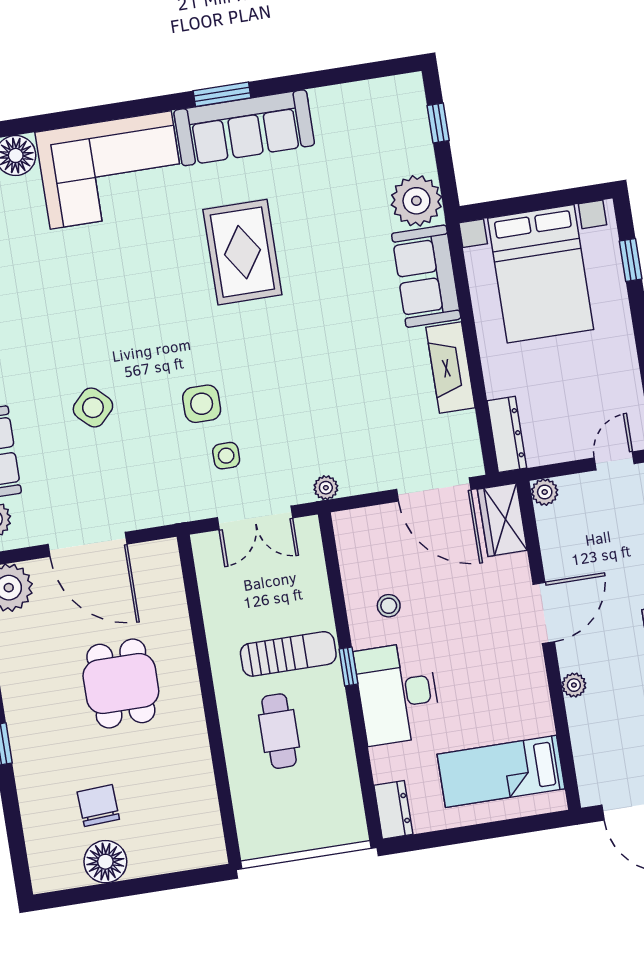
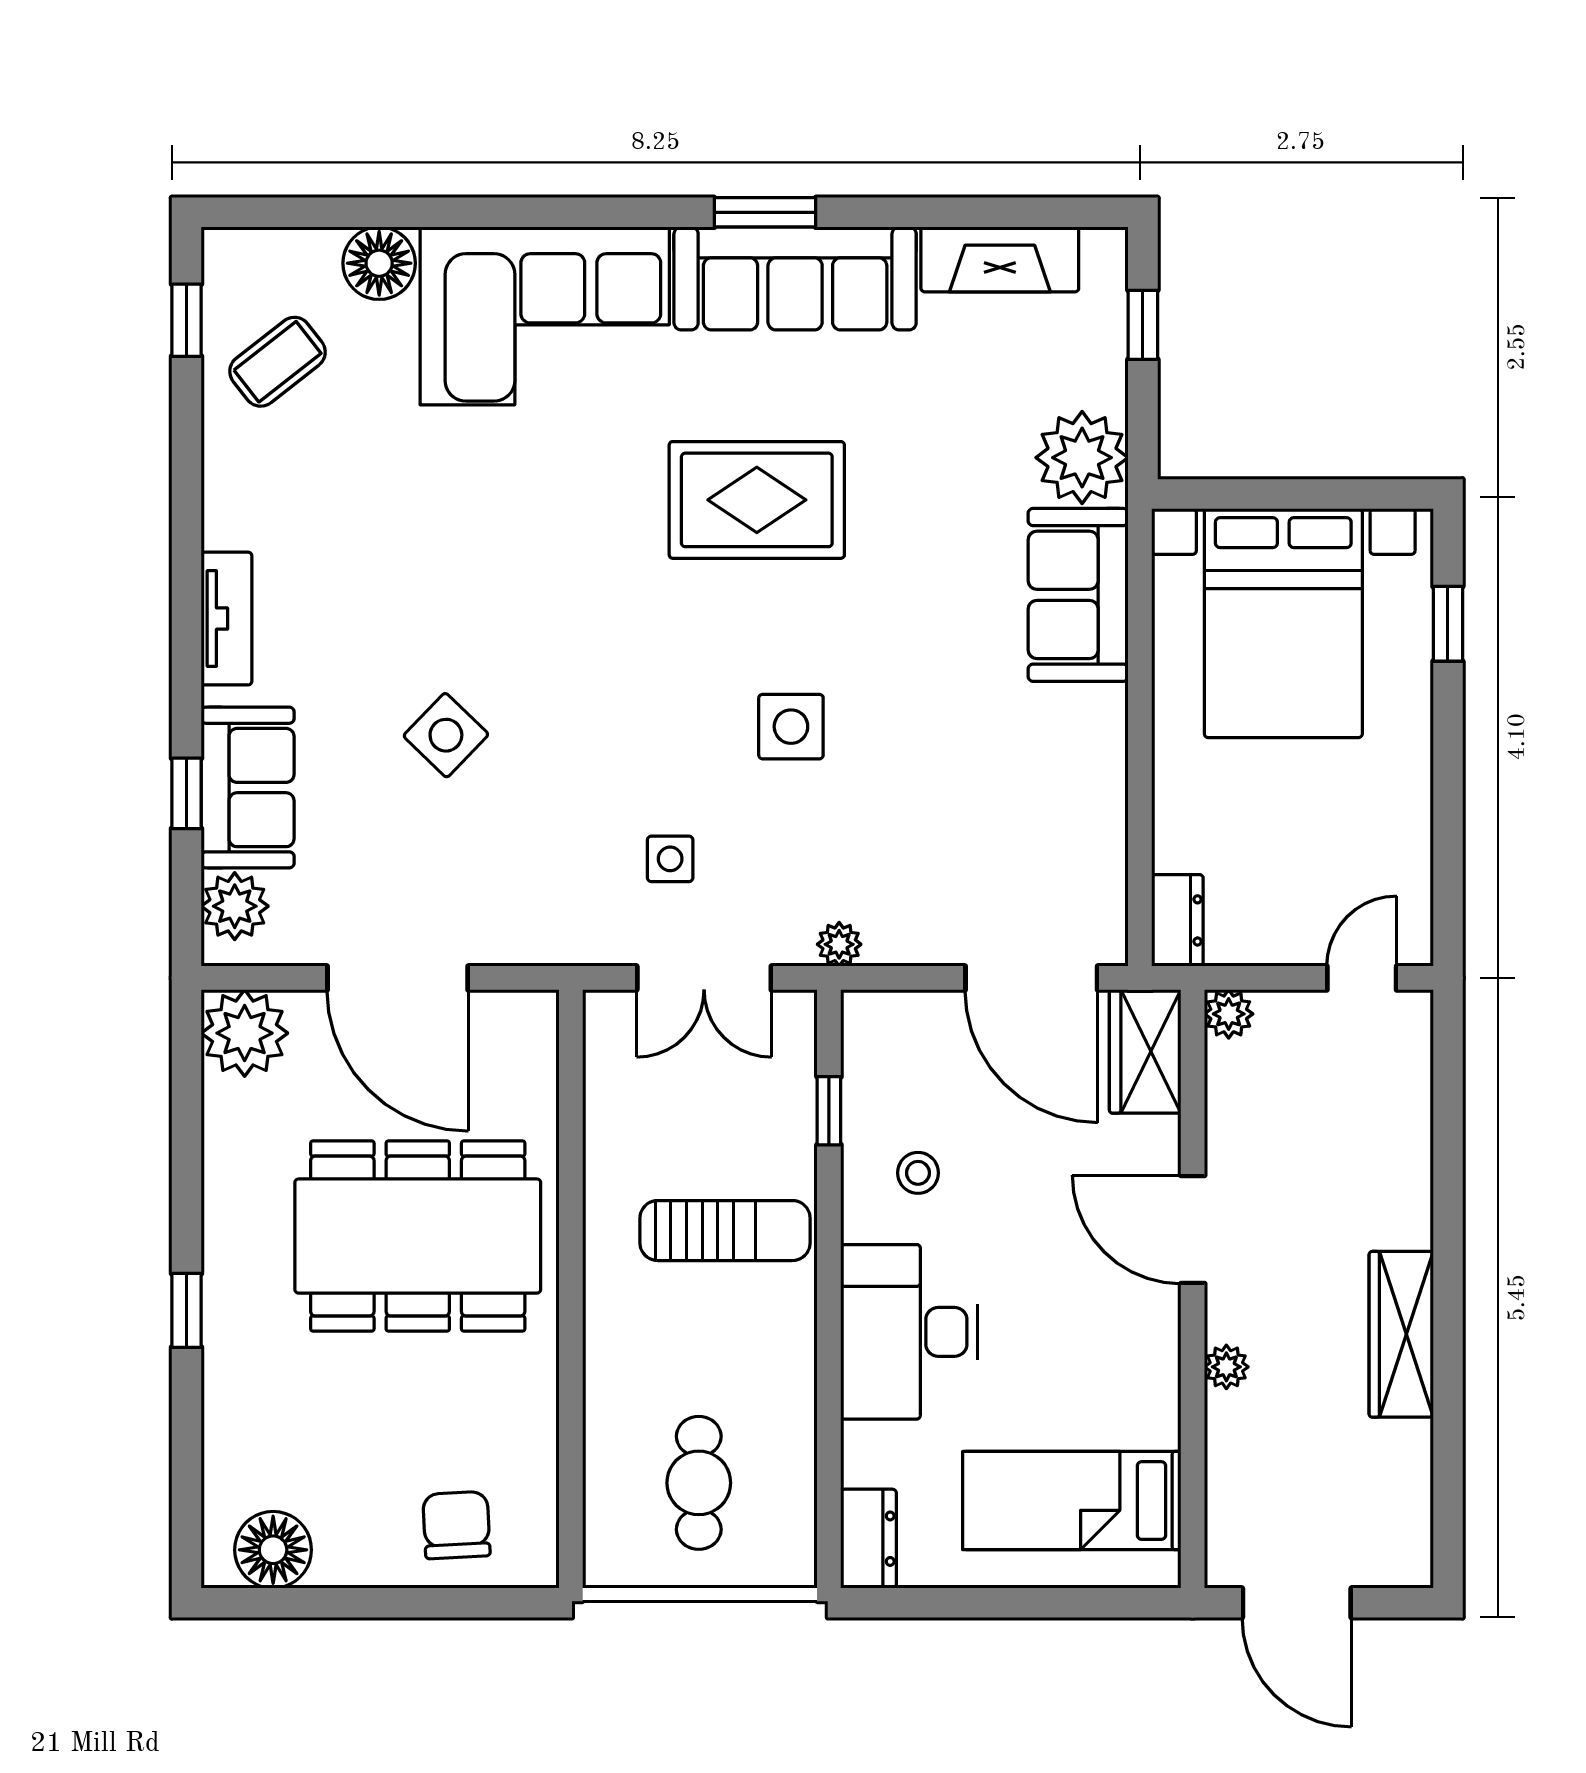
rug: (242, 252) -> (757, 500), turned 90
fireplace: (450, 368) -> (1000, 259), moved, turned -90
side table: (202, 404) -> (791, 727), moved
dresser: (507, 434) -> (1177, 920), width x0.70
door: (544, 613) -> (1193, 1229), swing flipped
window: (348, 667) -> (829, 1111), moved
dining table: (121, 684) -> (418, 1236), width x1.88, depth x1.24
cafe table: (279, 731) -> (699, 1483), moved
chair: (98, 806) -> (456, 1525), moved
floor lamp: (105, 862) -> (273, 1550), moved

